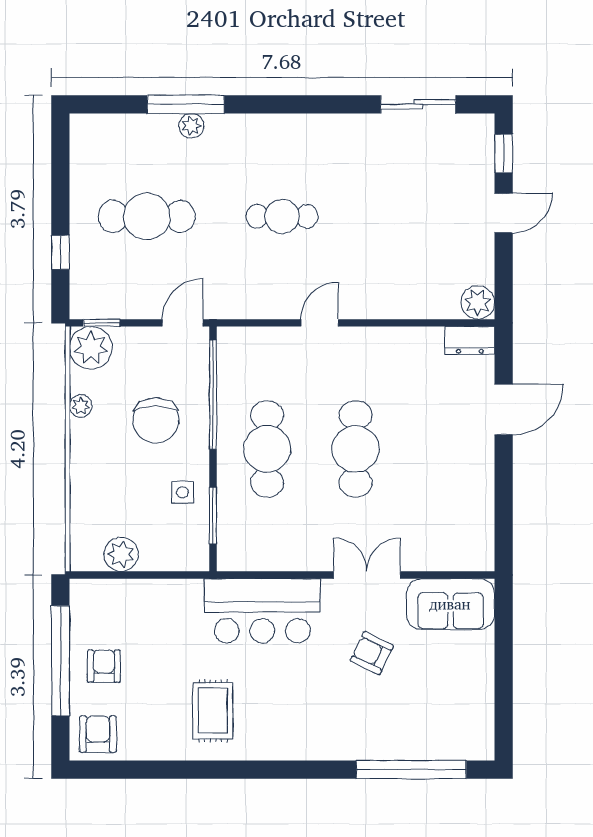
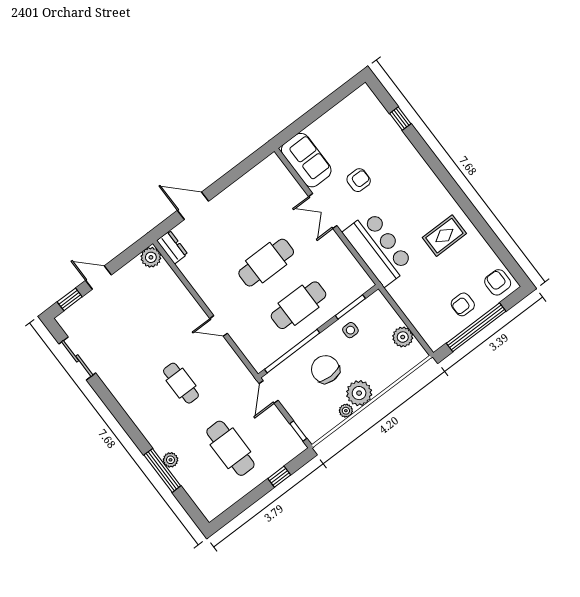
door: (183, 323) -> (269, 392), hinge flipped
plant: (91, 348) -> (359, 393), moved
chair: (156, 420) -> (325, 369), turned -90
armchair: (372, 653) -> (359, 180), turned -116
armchair: (98, 734) -> (498, 282), turned 90
window: (411, 770) -> (400, 119), width x0.32

